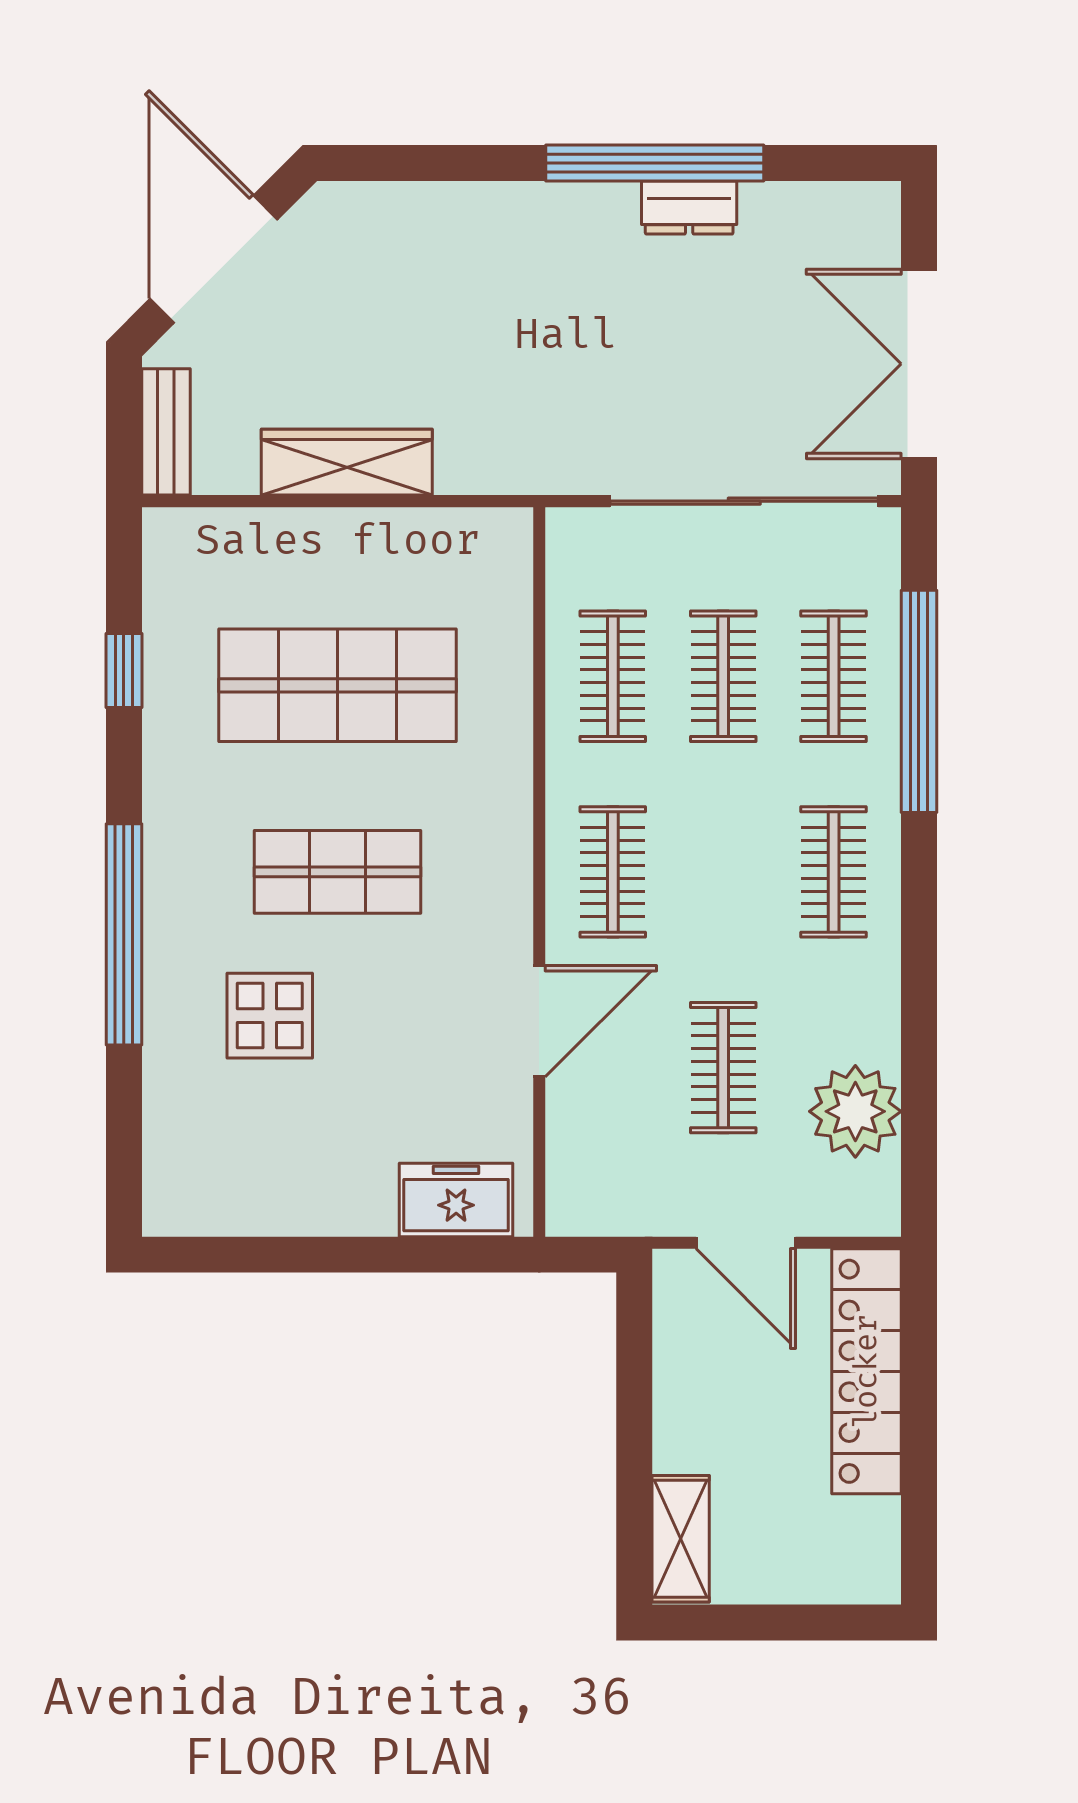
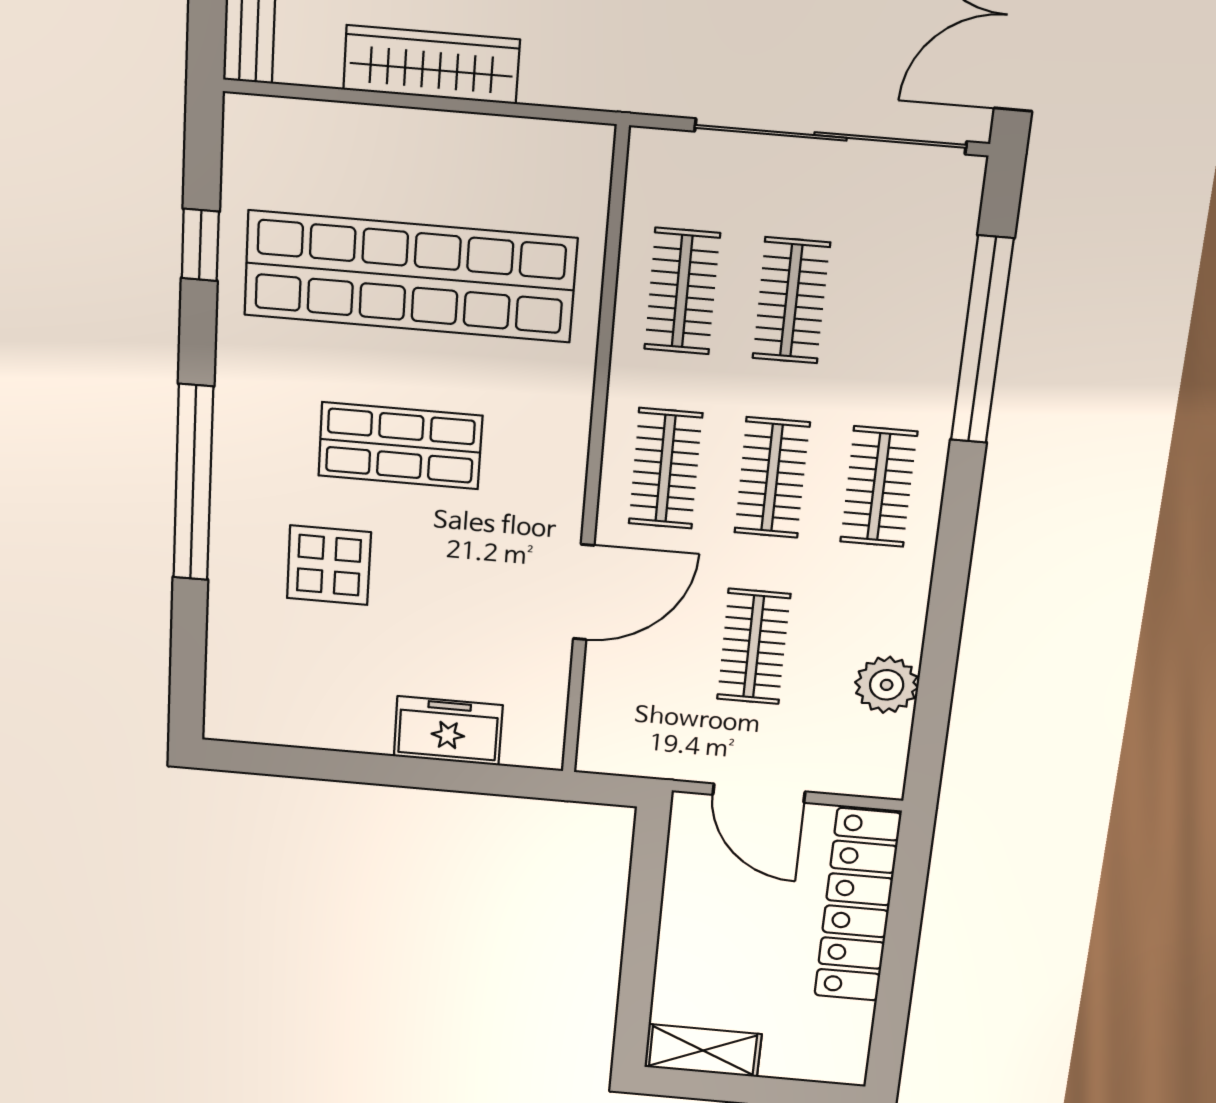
clothes rail: (834, 676) -> (772, 478), moved
shop shelf: (338, 685) -> (410, 277), width x1.40
plant: (855, 1111) -> (887, 685), width x0.73, depth x0.73
freezer: (456, 1200) -> (448, 731), moved
shelving: (681, 1539) -> (703, 1051), moved, turned 90

